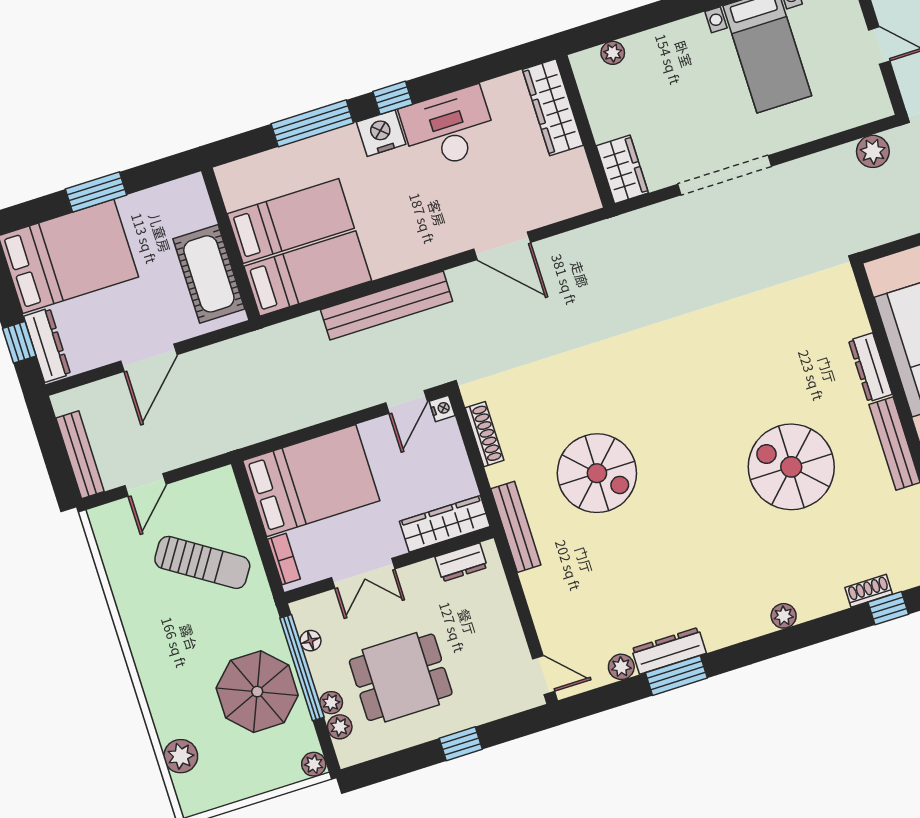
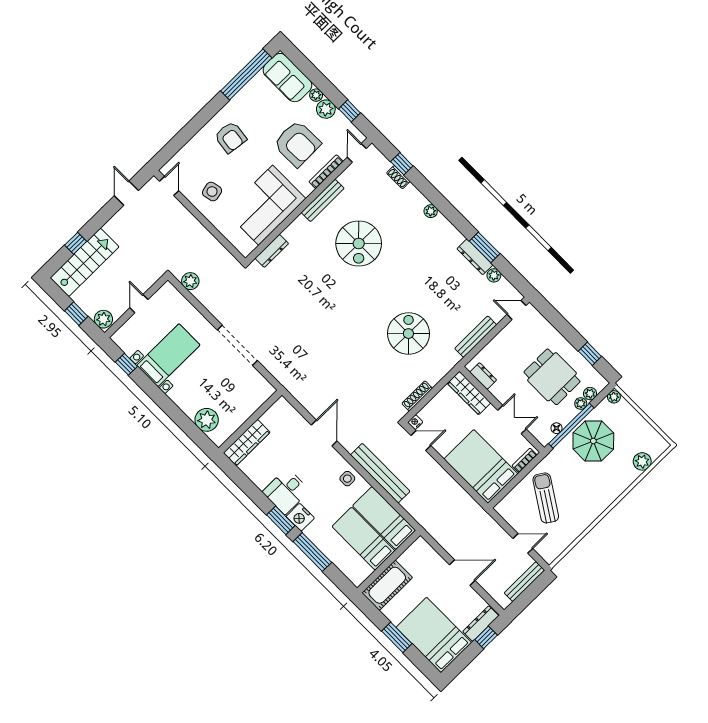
plant: (613, 53) -> (207, 420), width x1.88, depth x1.88
window: (393, 98) -> (281, 520), width x1.50
desk: (448, 128) -> (286, 491), width x0.73
wardrobe: (622, 169) -> (259, 395), removed
side table: (406, 246) -> (347, 479), added
cot: (209, 274) -> (387, 585), moved
dresser: (870, 367) -> (272, 251), moved
bench: (516, 527) -> (476, 337), moved
door: (544, 675) -> (516, 310), hinge flipped
window: (461, 744) -> (590, 354), moved

